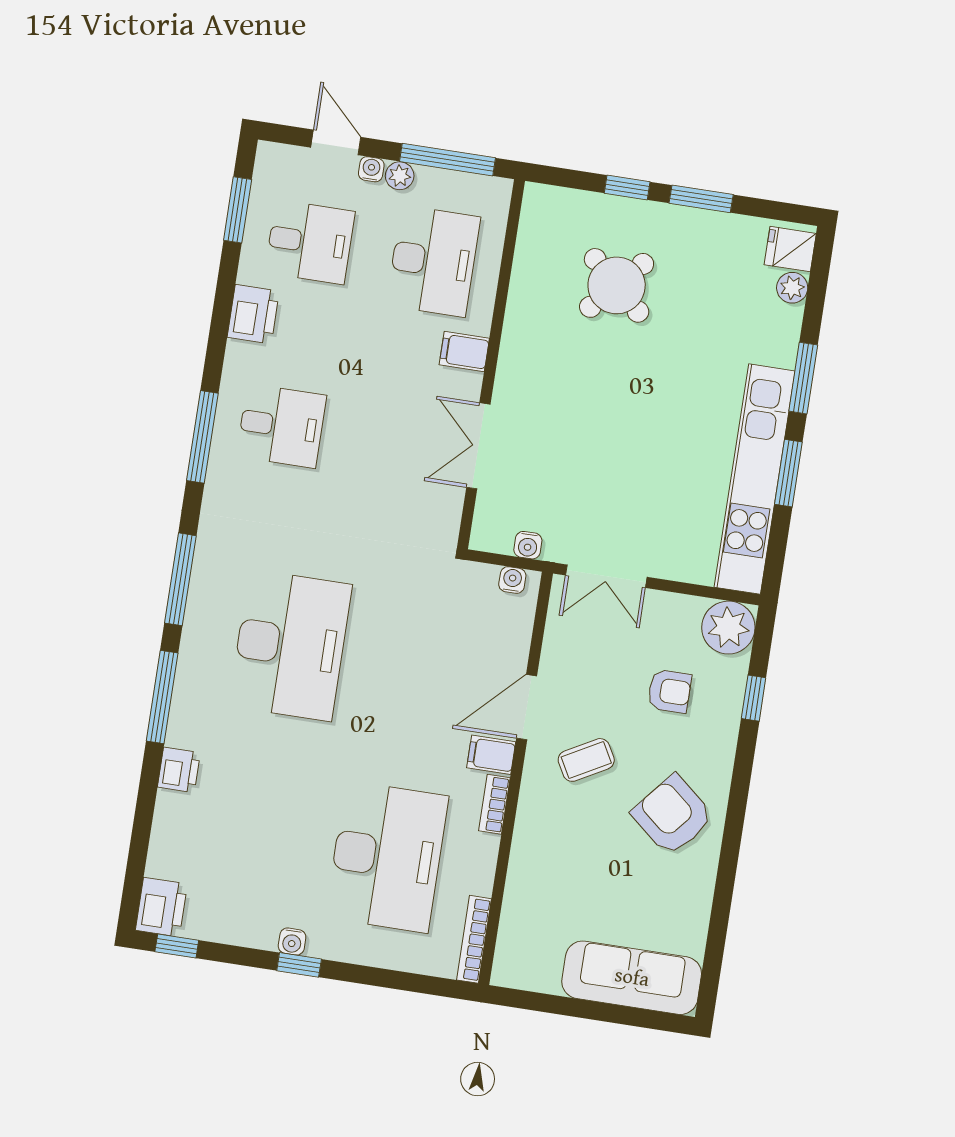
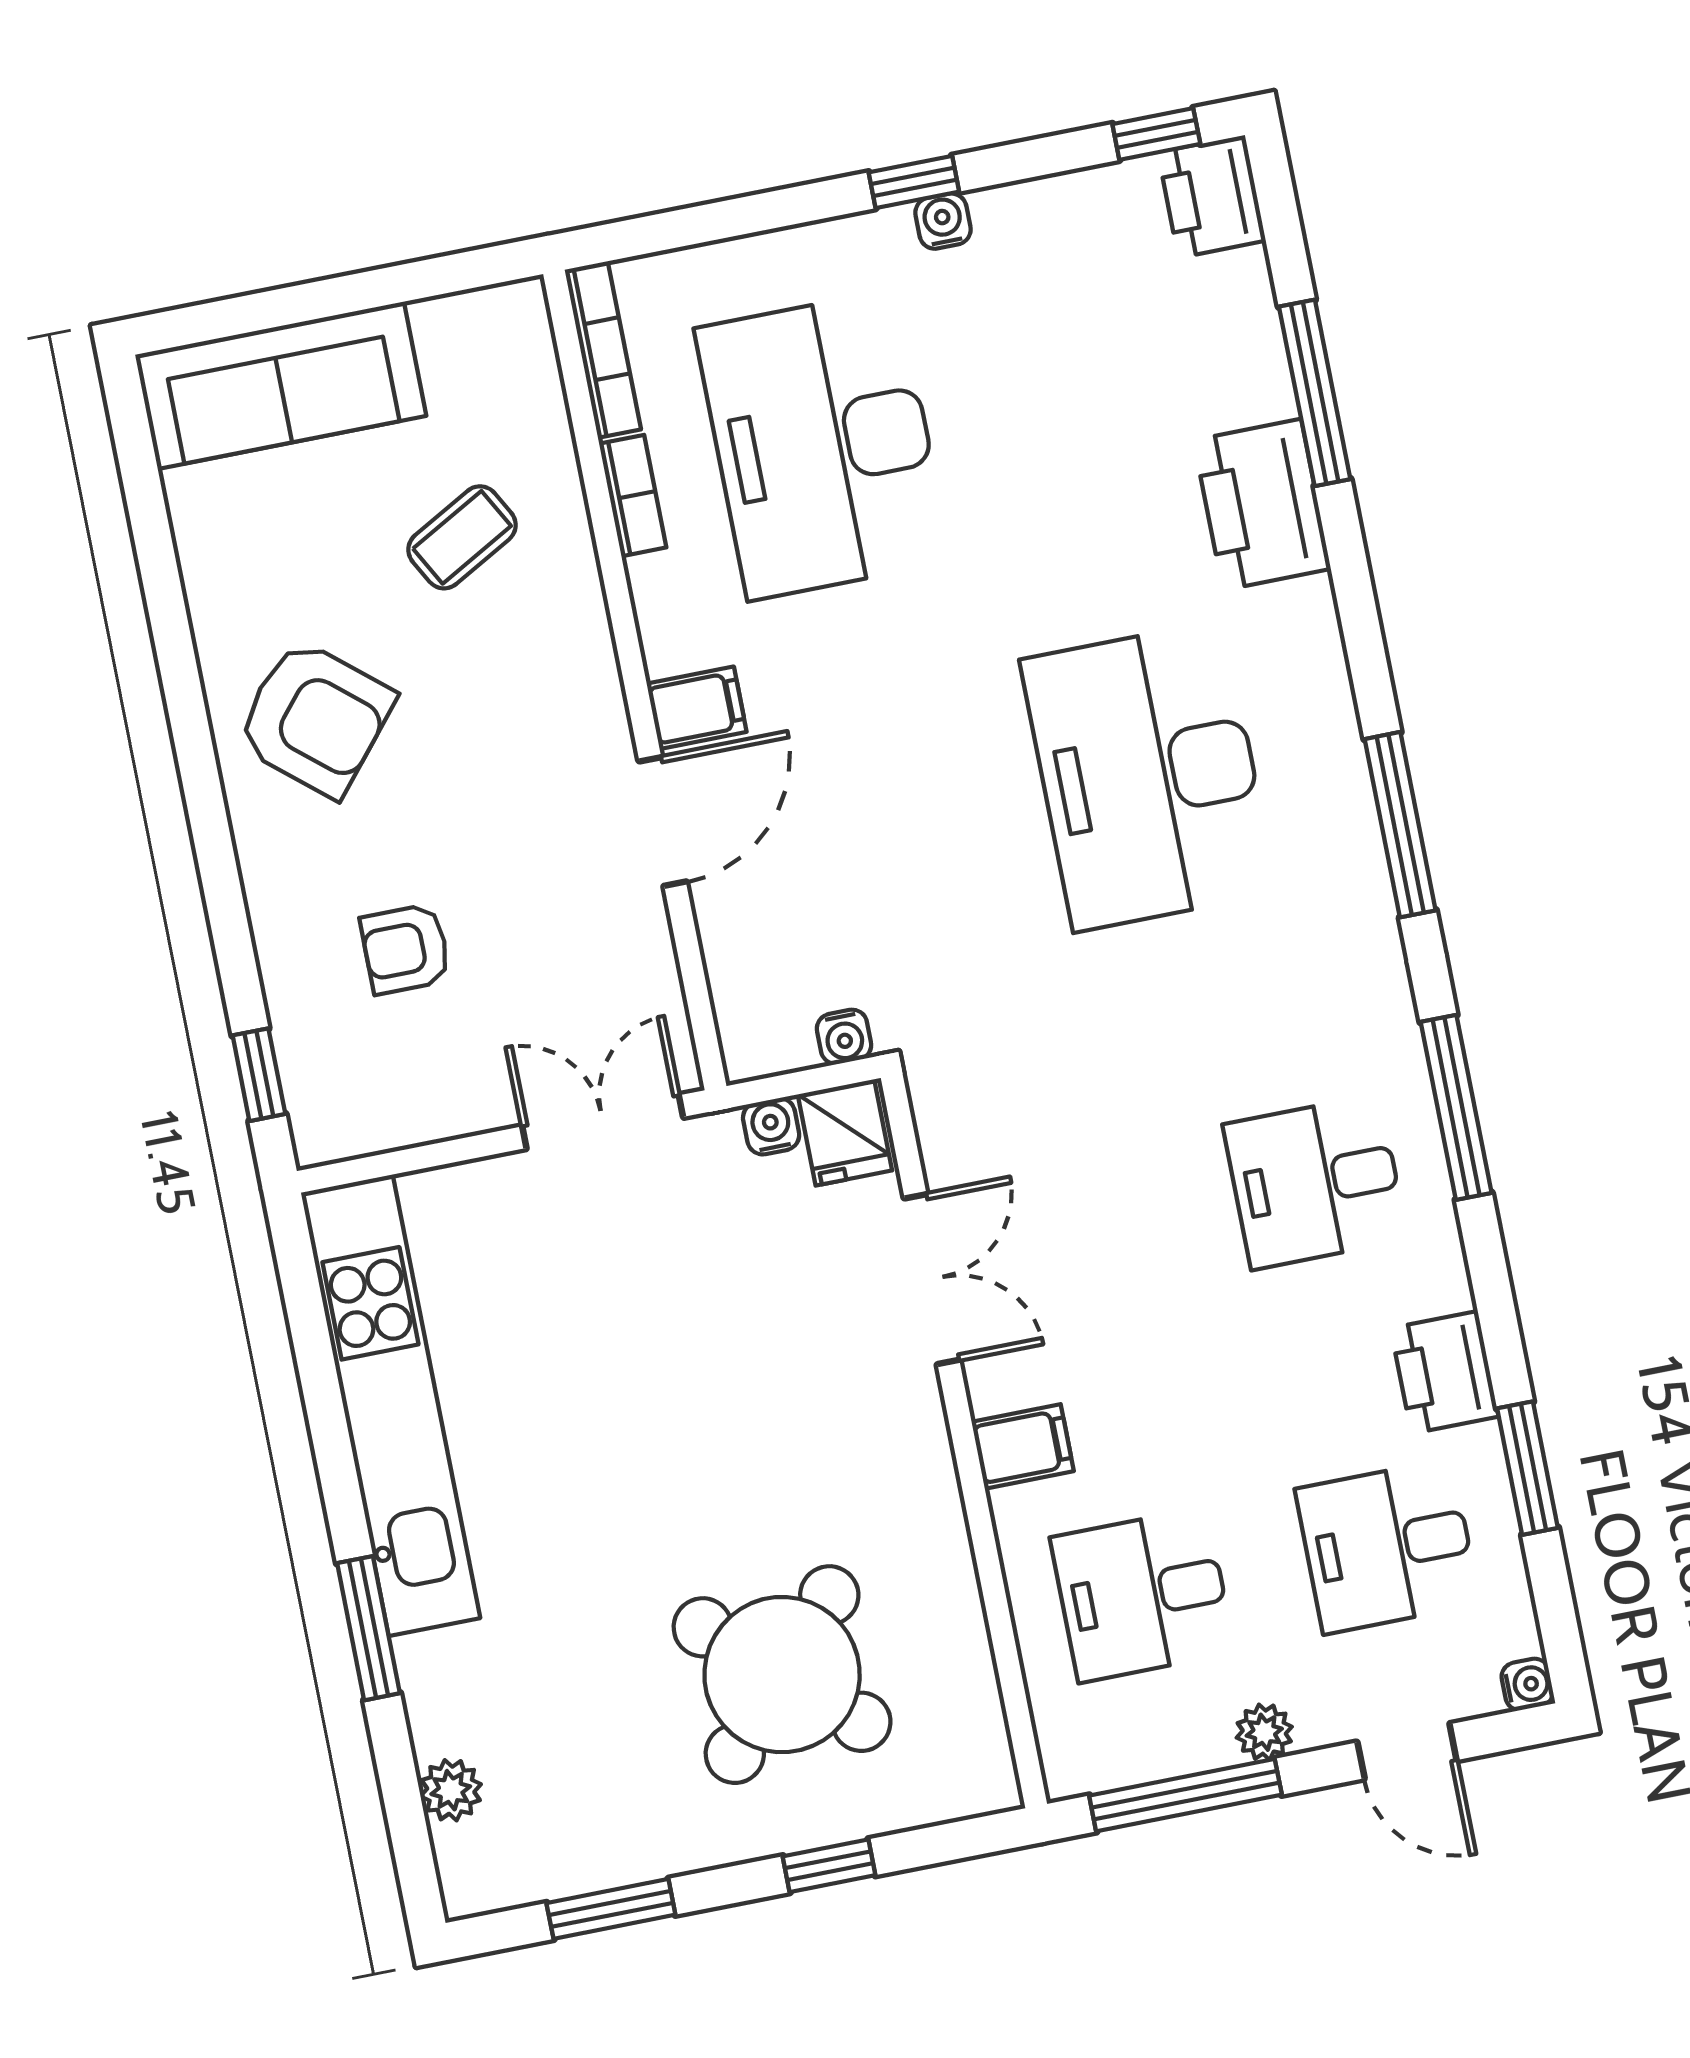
water cooler: (371, 169) -> (1527, 1684), moved, turned -90
window: (701, 199) -> (611, 1909), moved
window: (238, 210) -> (1528, 1468), moved
fridge: (790, 249) -> (845, 1132), moved, turned 90
desk: (433, 261) -> (1143, 1595), width x0.73
round table: (617, 285) -> (782, 1675), width x1.36, depth x1.36
window: (788, 473) -> (331, 1439), removed
water cooler: (512, 580) -> (844, 1037), moved
plant: (728, 628) -> (338, 1109), removed
window: (162, 697) -> (1315, 393), moved
window: (754, 698) -> (259, 1075), moved
coffee table: (586, 760) -> (462, 537), moved
printer: (179, 770) -> (1262, 505), width x1.87, depth x1.48
bookcase: (494, 804) -> (633, 496), moved

